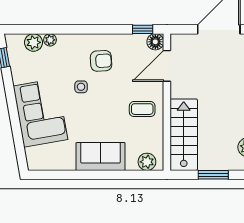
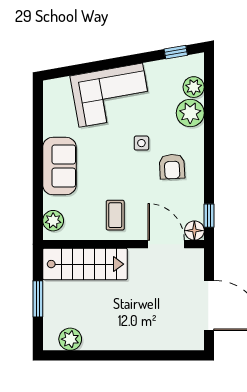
plant: (50, 40) -> (190, 113), width x1.88, depth x1.88

